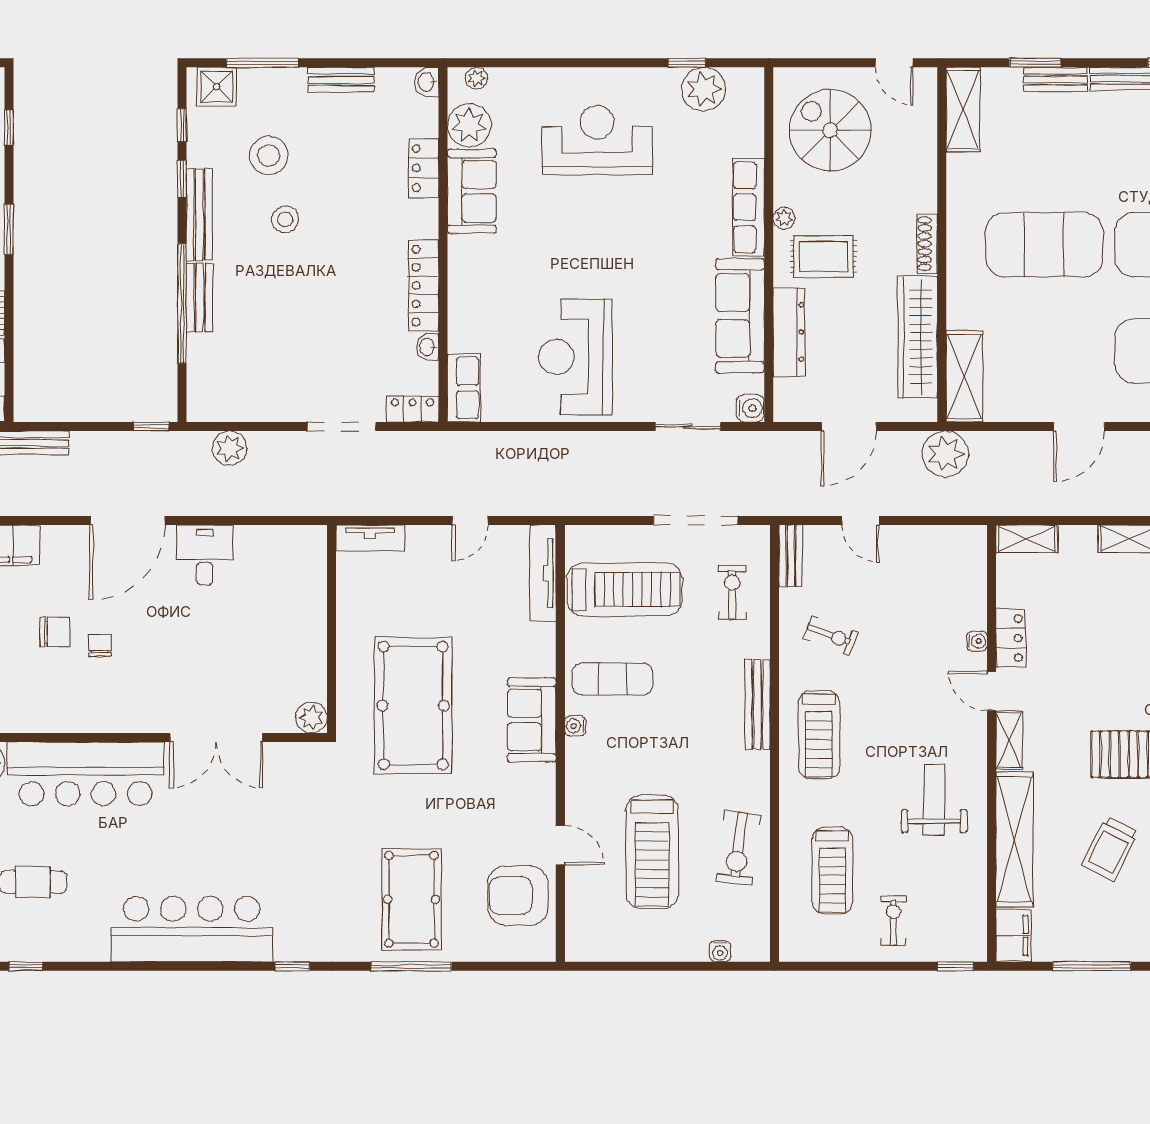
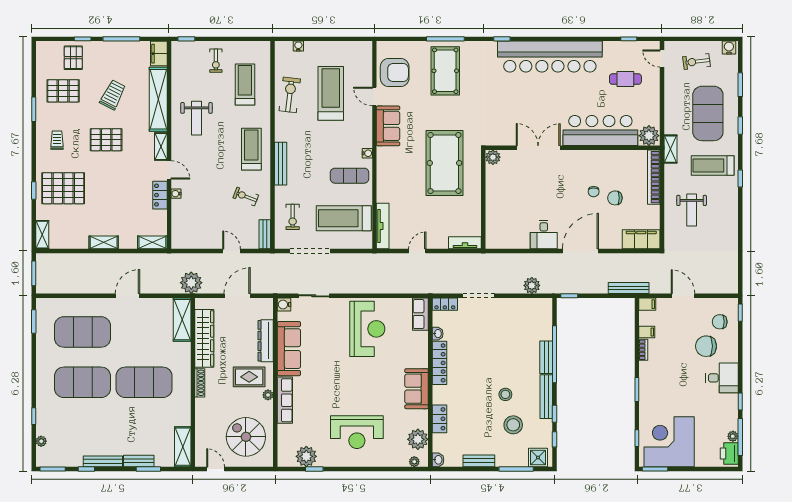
spiral stairs: (830, 130) -> (246, 437), turned 180
sofa: (472, 191) -> (417, 389), moved
sofa: (532, 720) -> (388, 126), moved
bar counter: (192, 929) -> (550, 57), width x1.36

